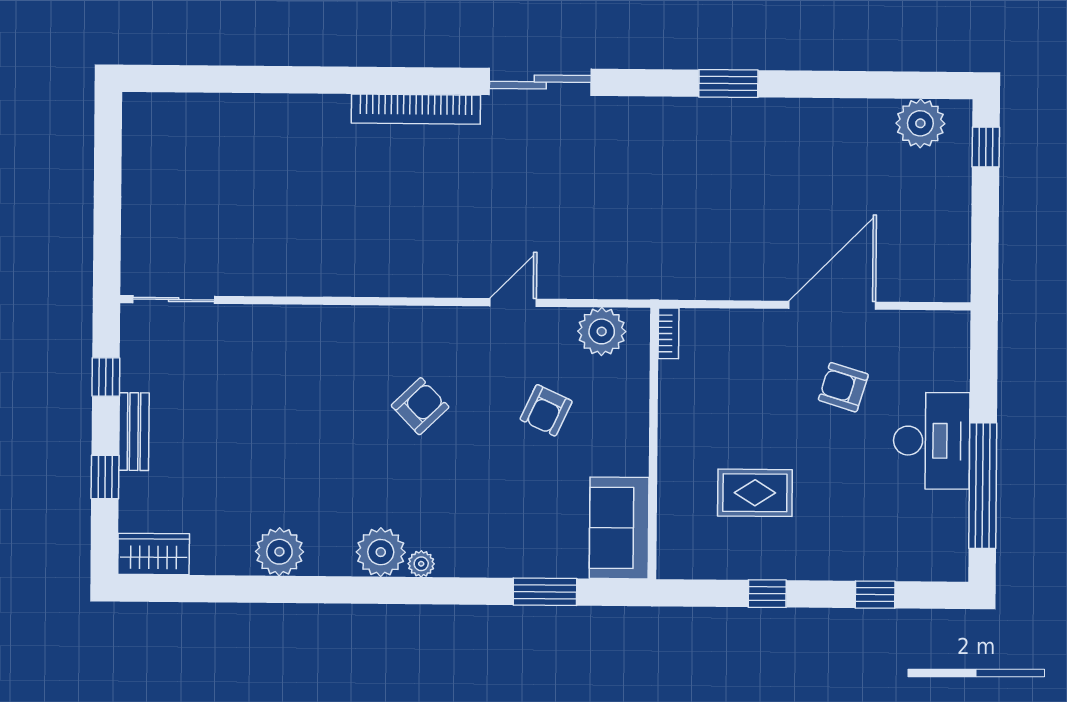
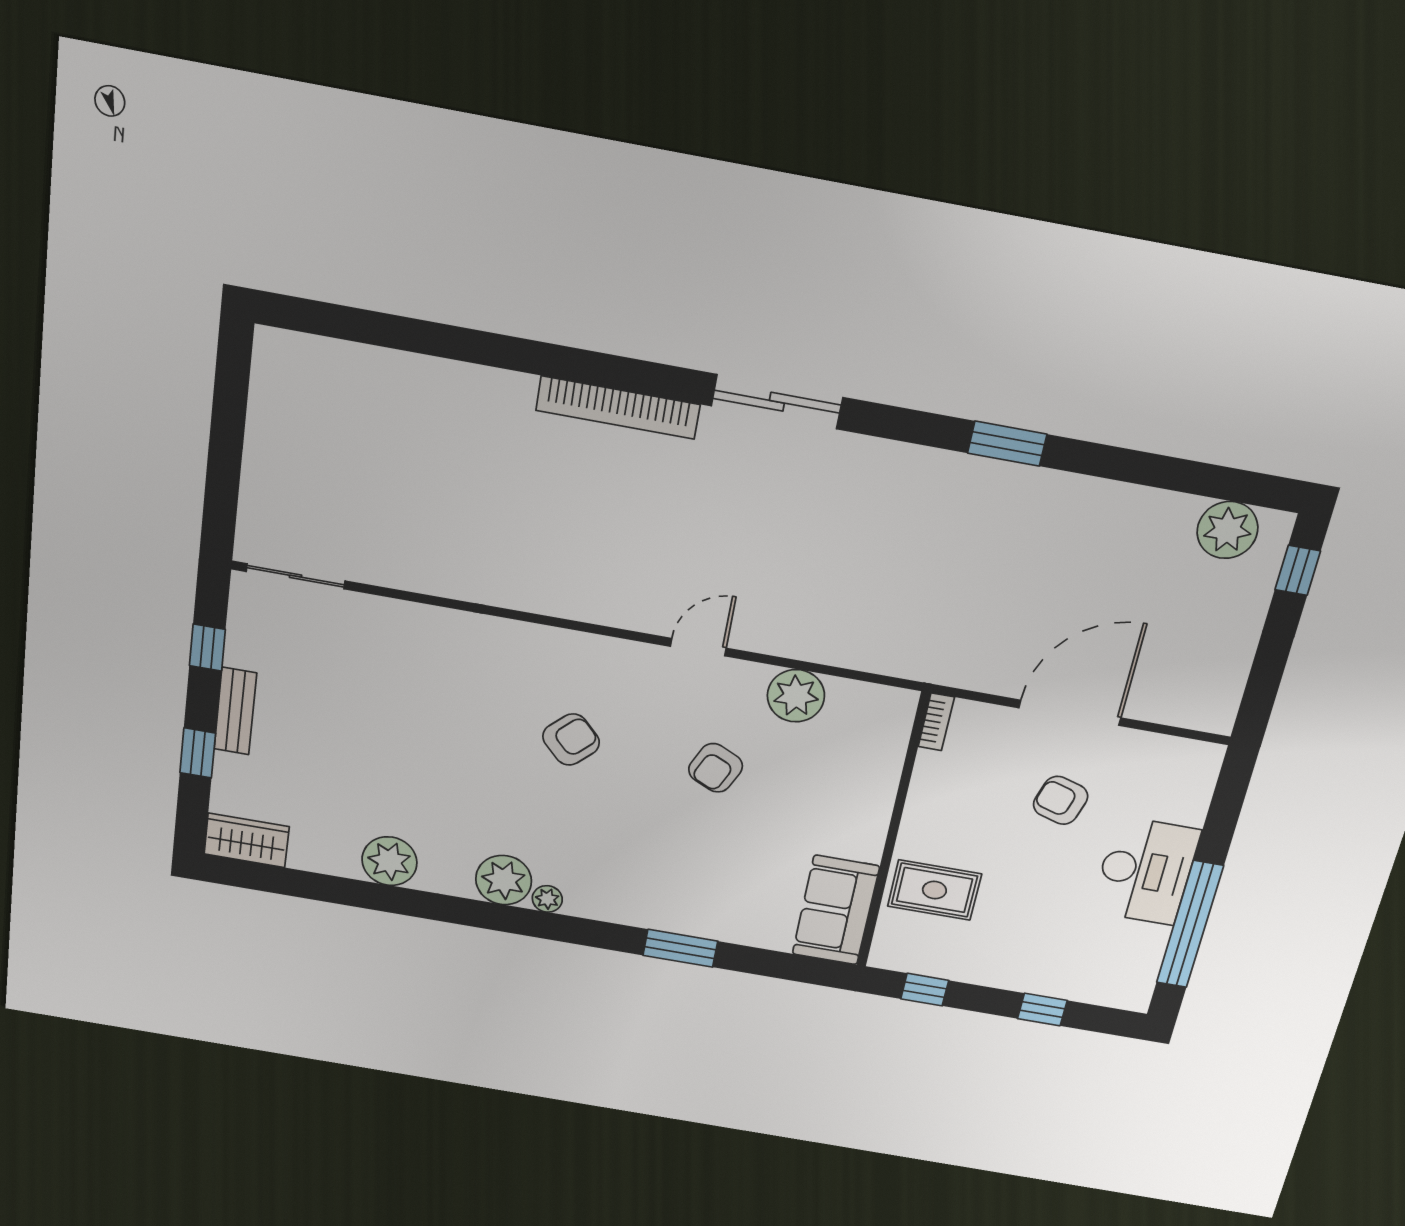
bookcase: (669, 333) -> (936, 722), moved
wall: (653, 443) -> (893, 833), moved
sofa: (619, 528) -> (836, 910), moved

